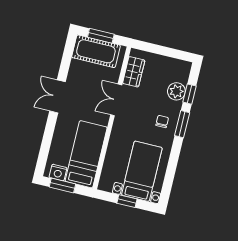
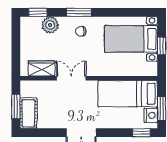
cot: (96, 51) -> (28, 113), width x0.73, depth x0.75
window: (189, 94) -> (38, 12), moved
double door: (116, 100) -> (71, 78), swing flipped
window: (42, 159) -> (141, 133), added

